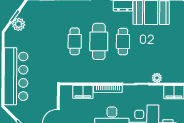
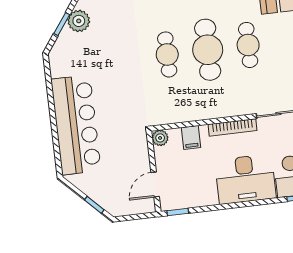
plant: (19, 24) -> (79, 21), moved
plant: (65, 90) -> (160, 138), added
filing cabinet: (83, 92) -> (191, 137), width x0.50

